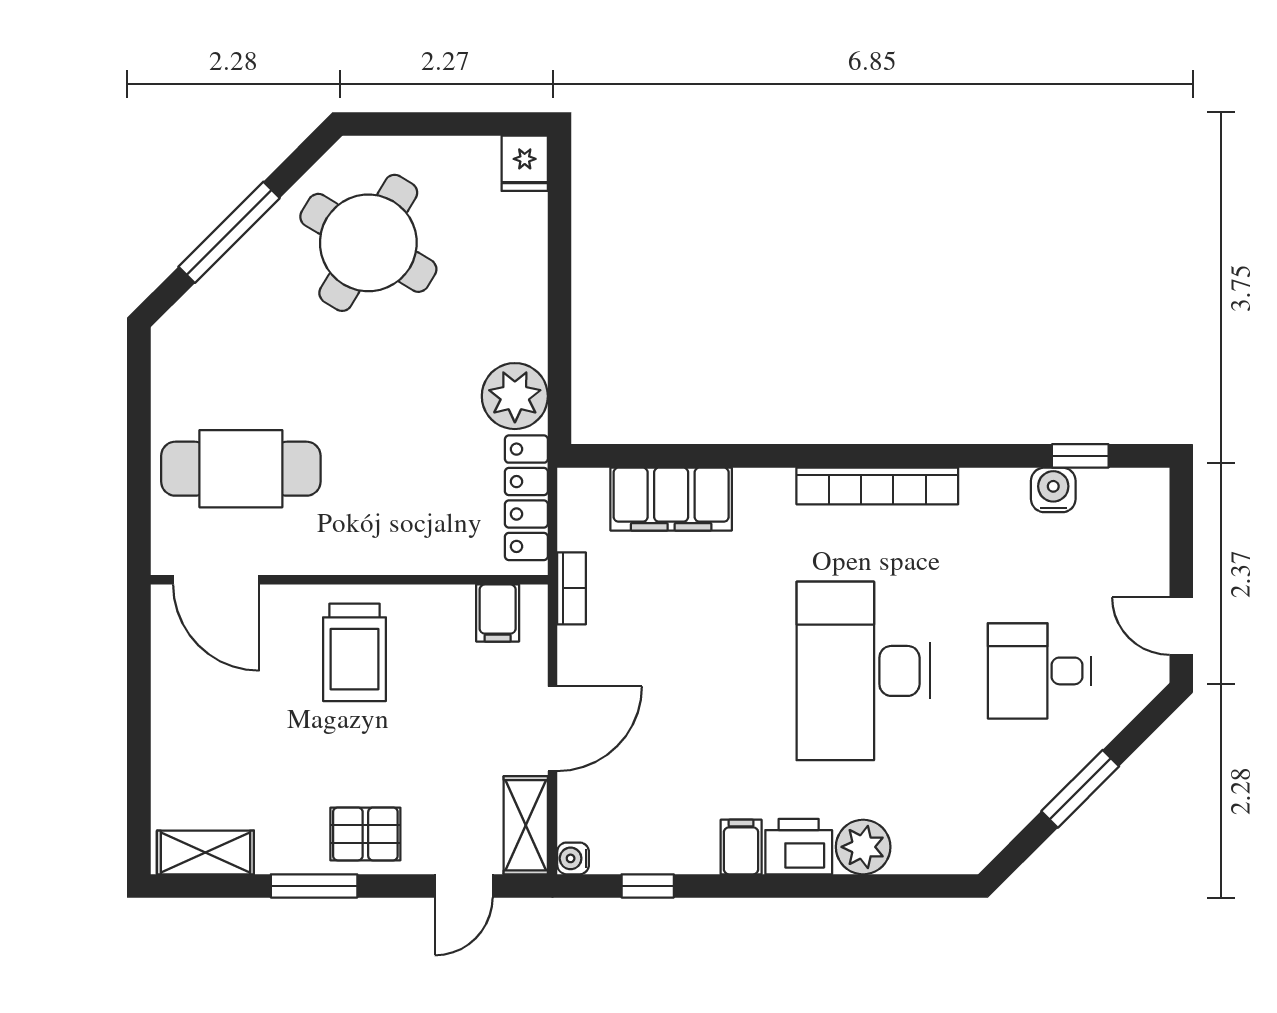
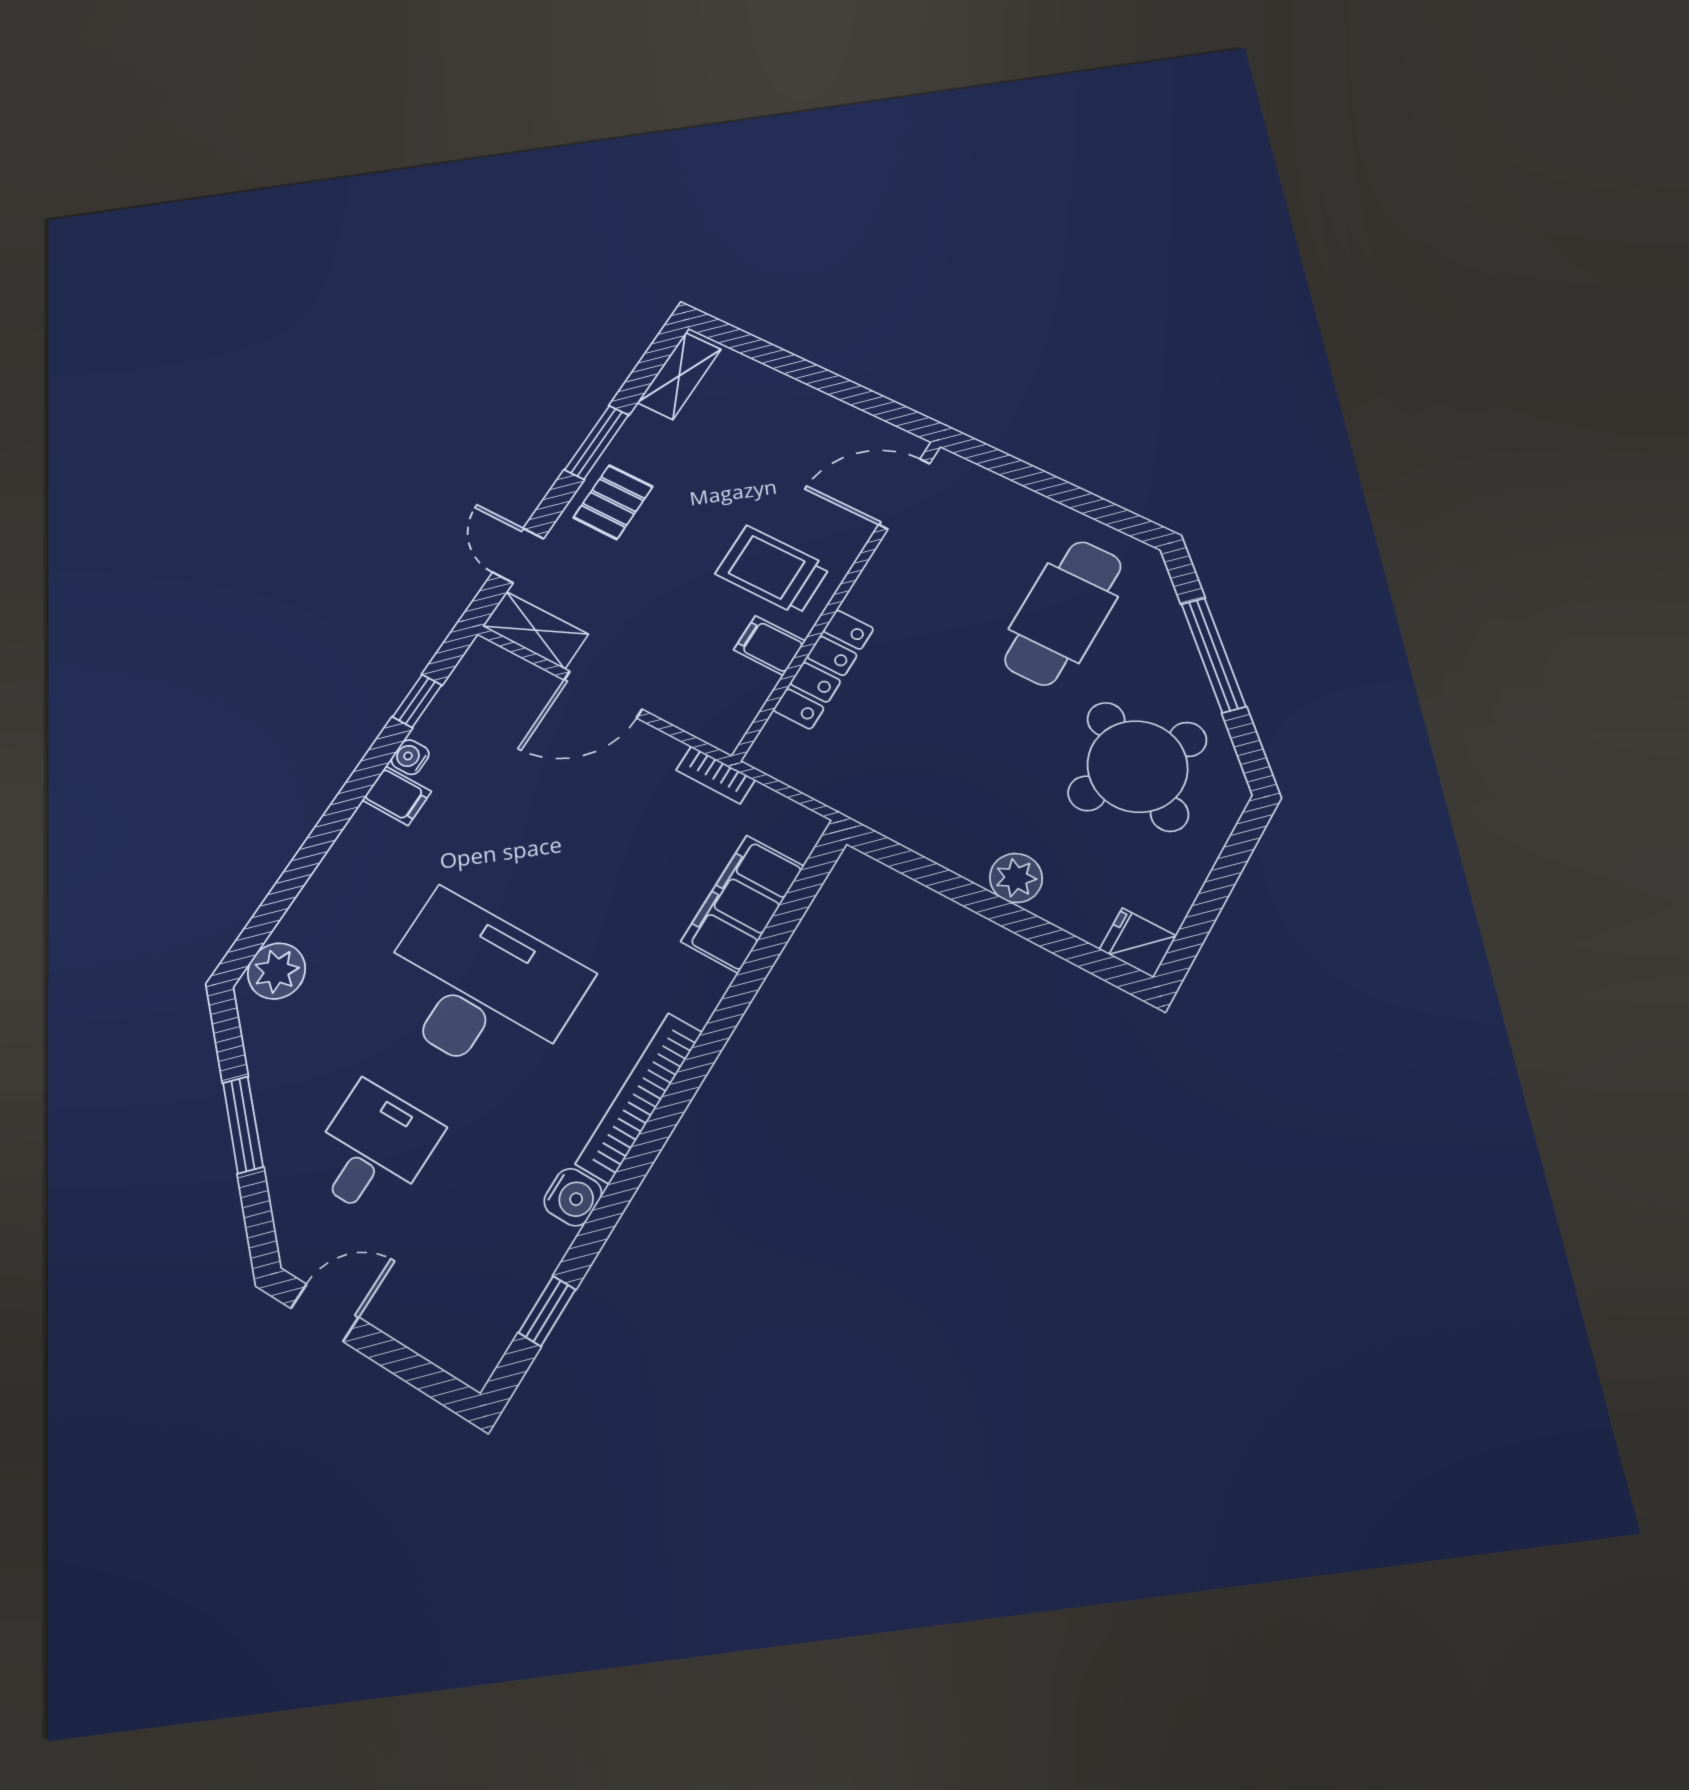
plant: (515, 396) -> (1016, 878), moved, width x0.73, depth x0.73
cafe table: (241, 469) -> (1063, 613), moved
water cooler: (1053, 490) -> (573, 1197), moved
locker: (526, 498) -> (824, 669), moved, turned 90
filing cabinet: (498, 613) -> (769, 645), moved
door: (553, 729) -> (603, 695), hinge flipped
printer: (799, 847) -> (364, 845), removed
plant: (863, 847) -> (277, 971), moved
water cooler: (573, 858) -> (410, 757), moved, turned -90

